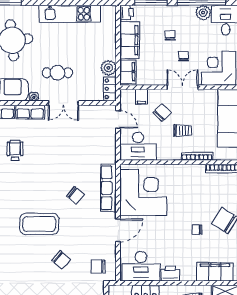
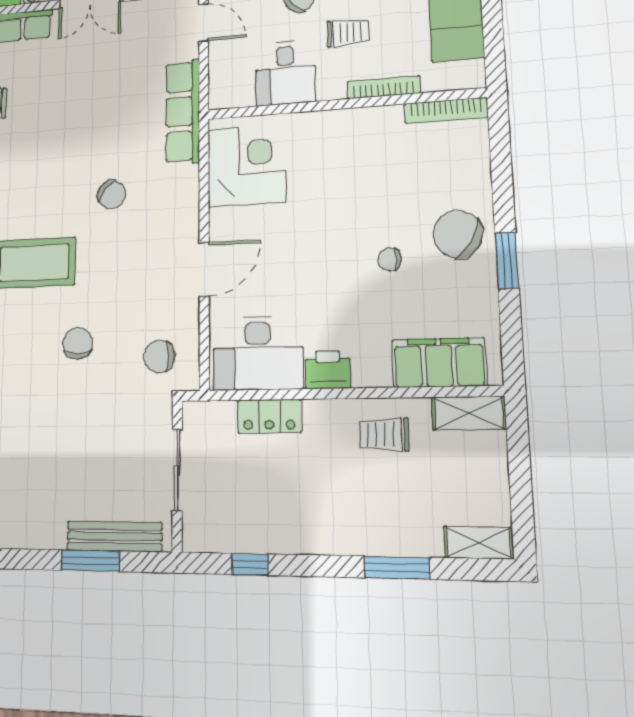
desk: (138, 146) -> (285, 73), moved, width x0.73
row of seats: (108, 188) -> (183, 112), moved
corner desk: (143, 193) -> (246, 166), width x0.74, depth x0.74
chair: (61, 260) -> (78, 343), turned -131

